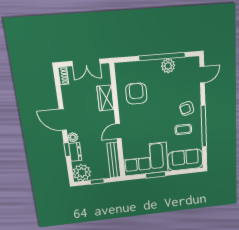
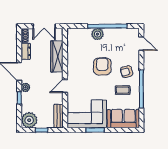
plant: (168, 66) -> (98, 34), moved
door: (202, 75) -> (141, 44), hinge flipped
armchair: (136, 94) -> (102, 66), moved
wardrobe: (105, 98) -> (57, 56), width x1.50
dresser: (75, 152) -> (26, 51), moved
bench: (114, 160) -> (58, 116), width x0.73

